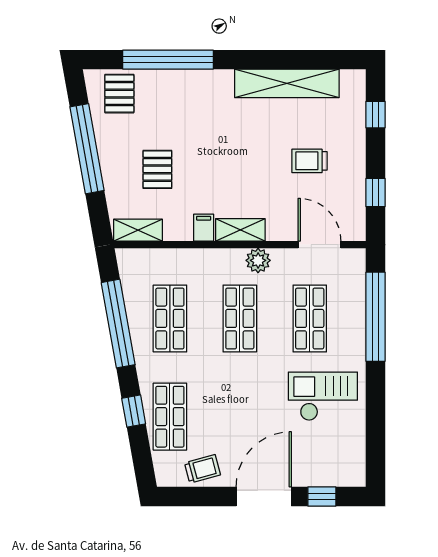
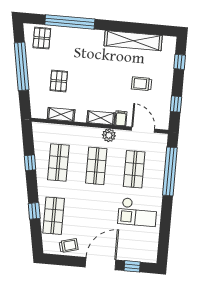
filing cabinet: (204, 228) -> (121, 118), moved
shelving: (138, 230) -> (61, 114), moved
window: (118, 324) -> (30, 163), width x0.32
checkout: (323, 396) -> (137, 212), turned 180

